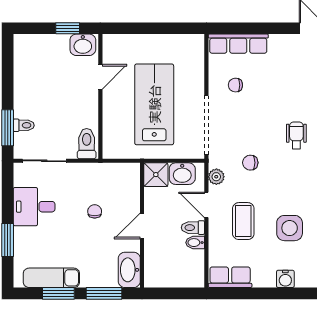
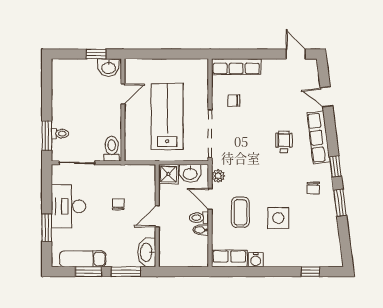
chair: (250, 163) -> (246, 164), removed
desk: (34, 207) -> (69, 206), width x1.37
water cooler: (285, 279) -> (256, 260), moved

